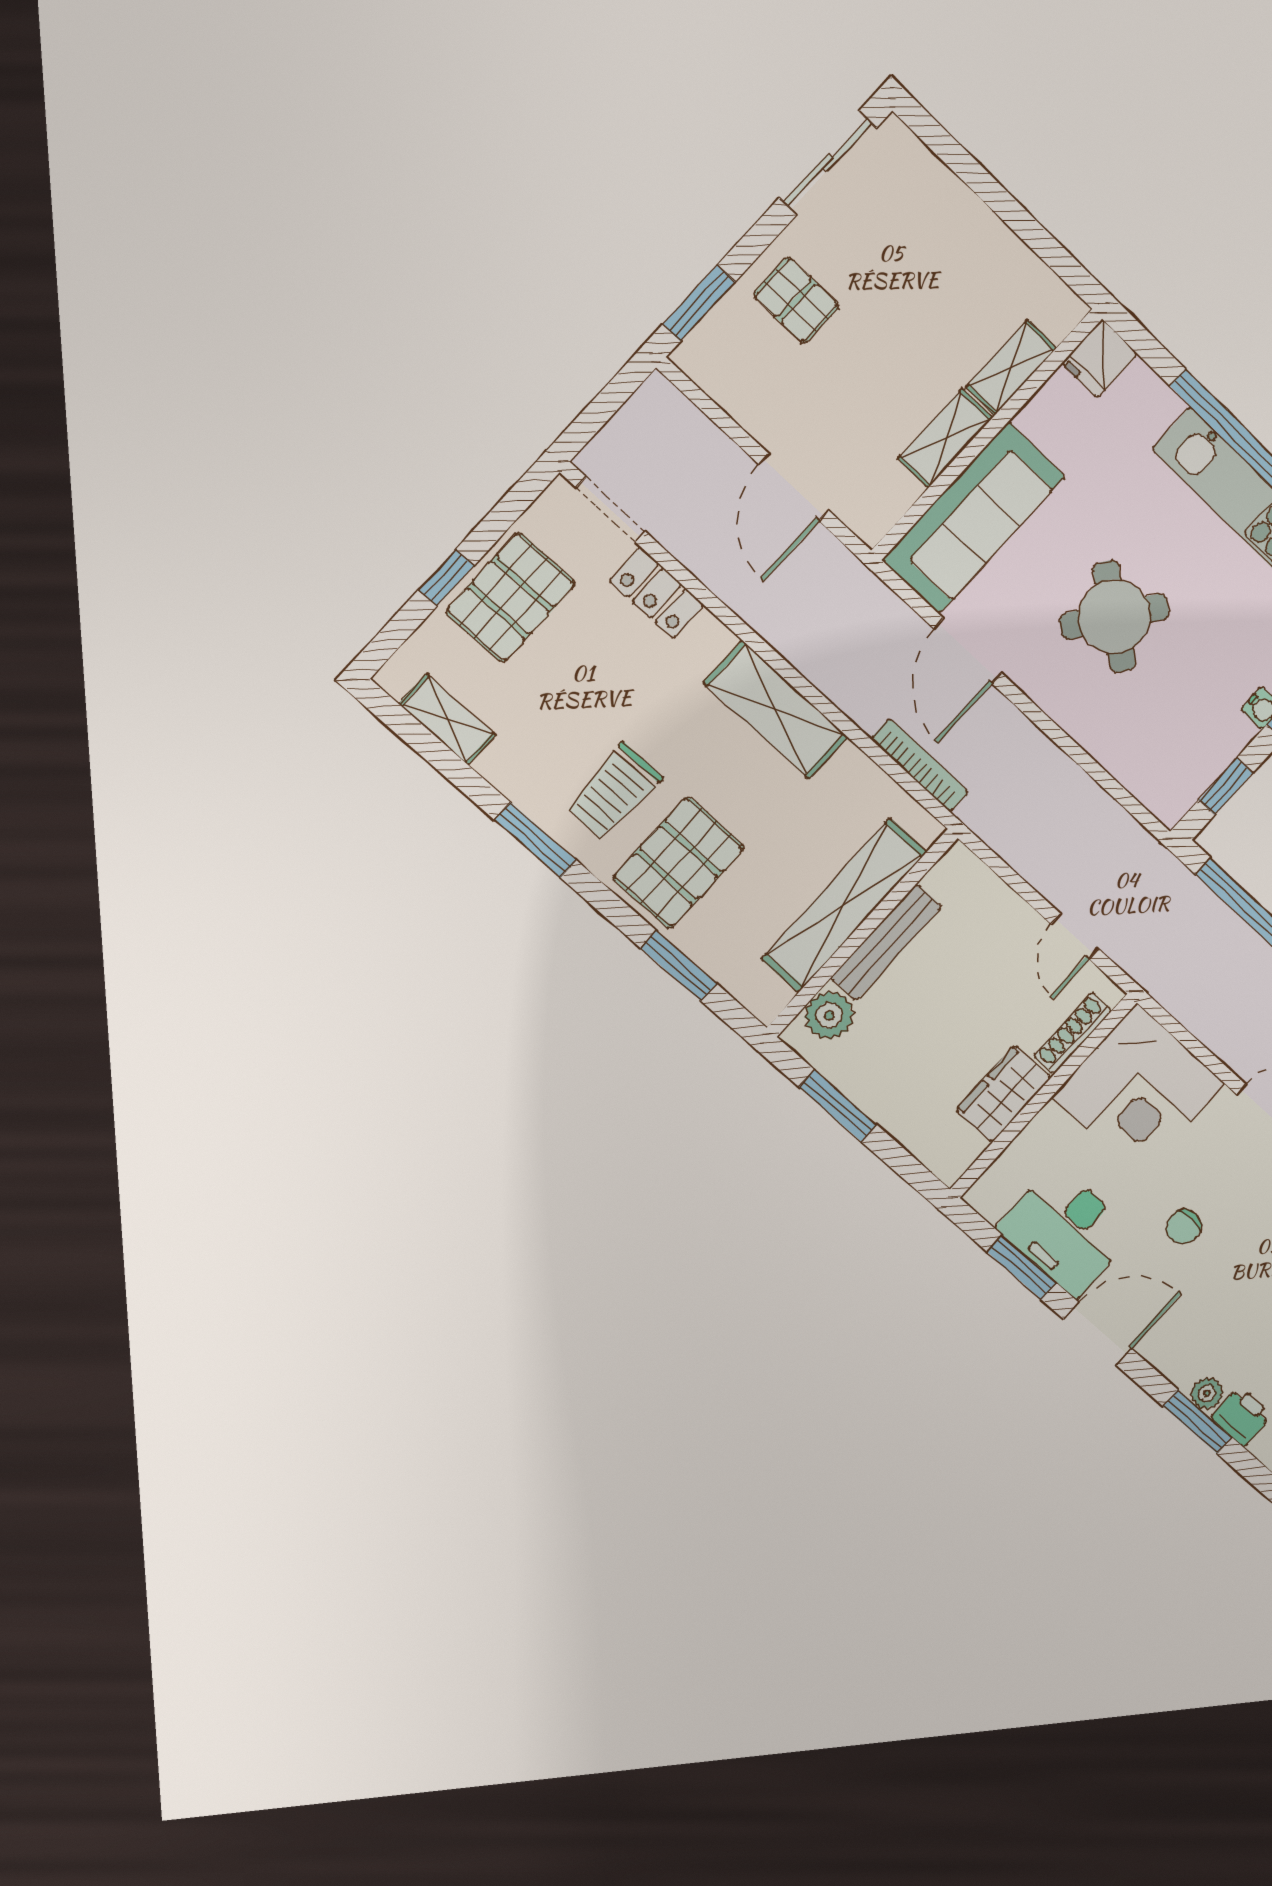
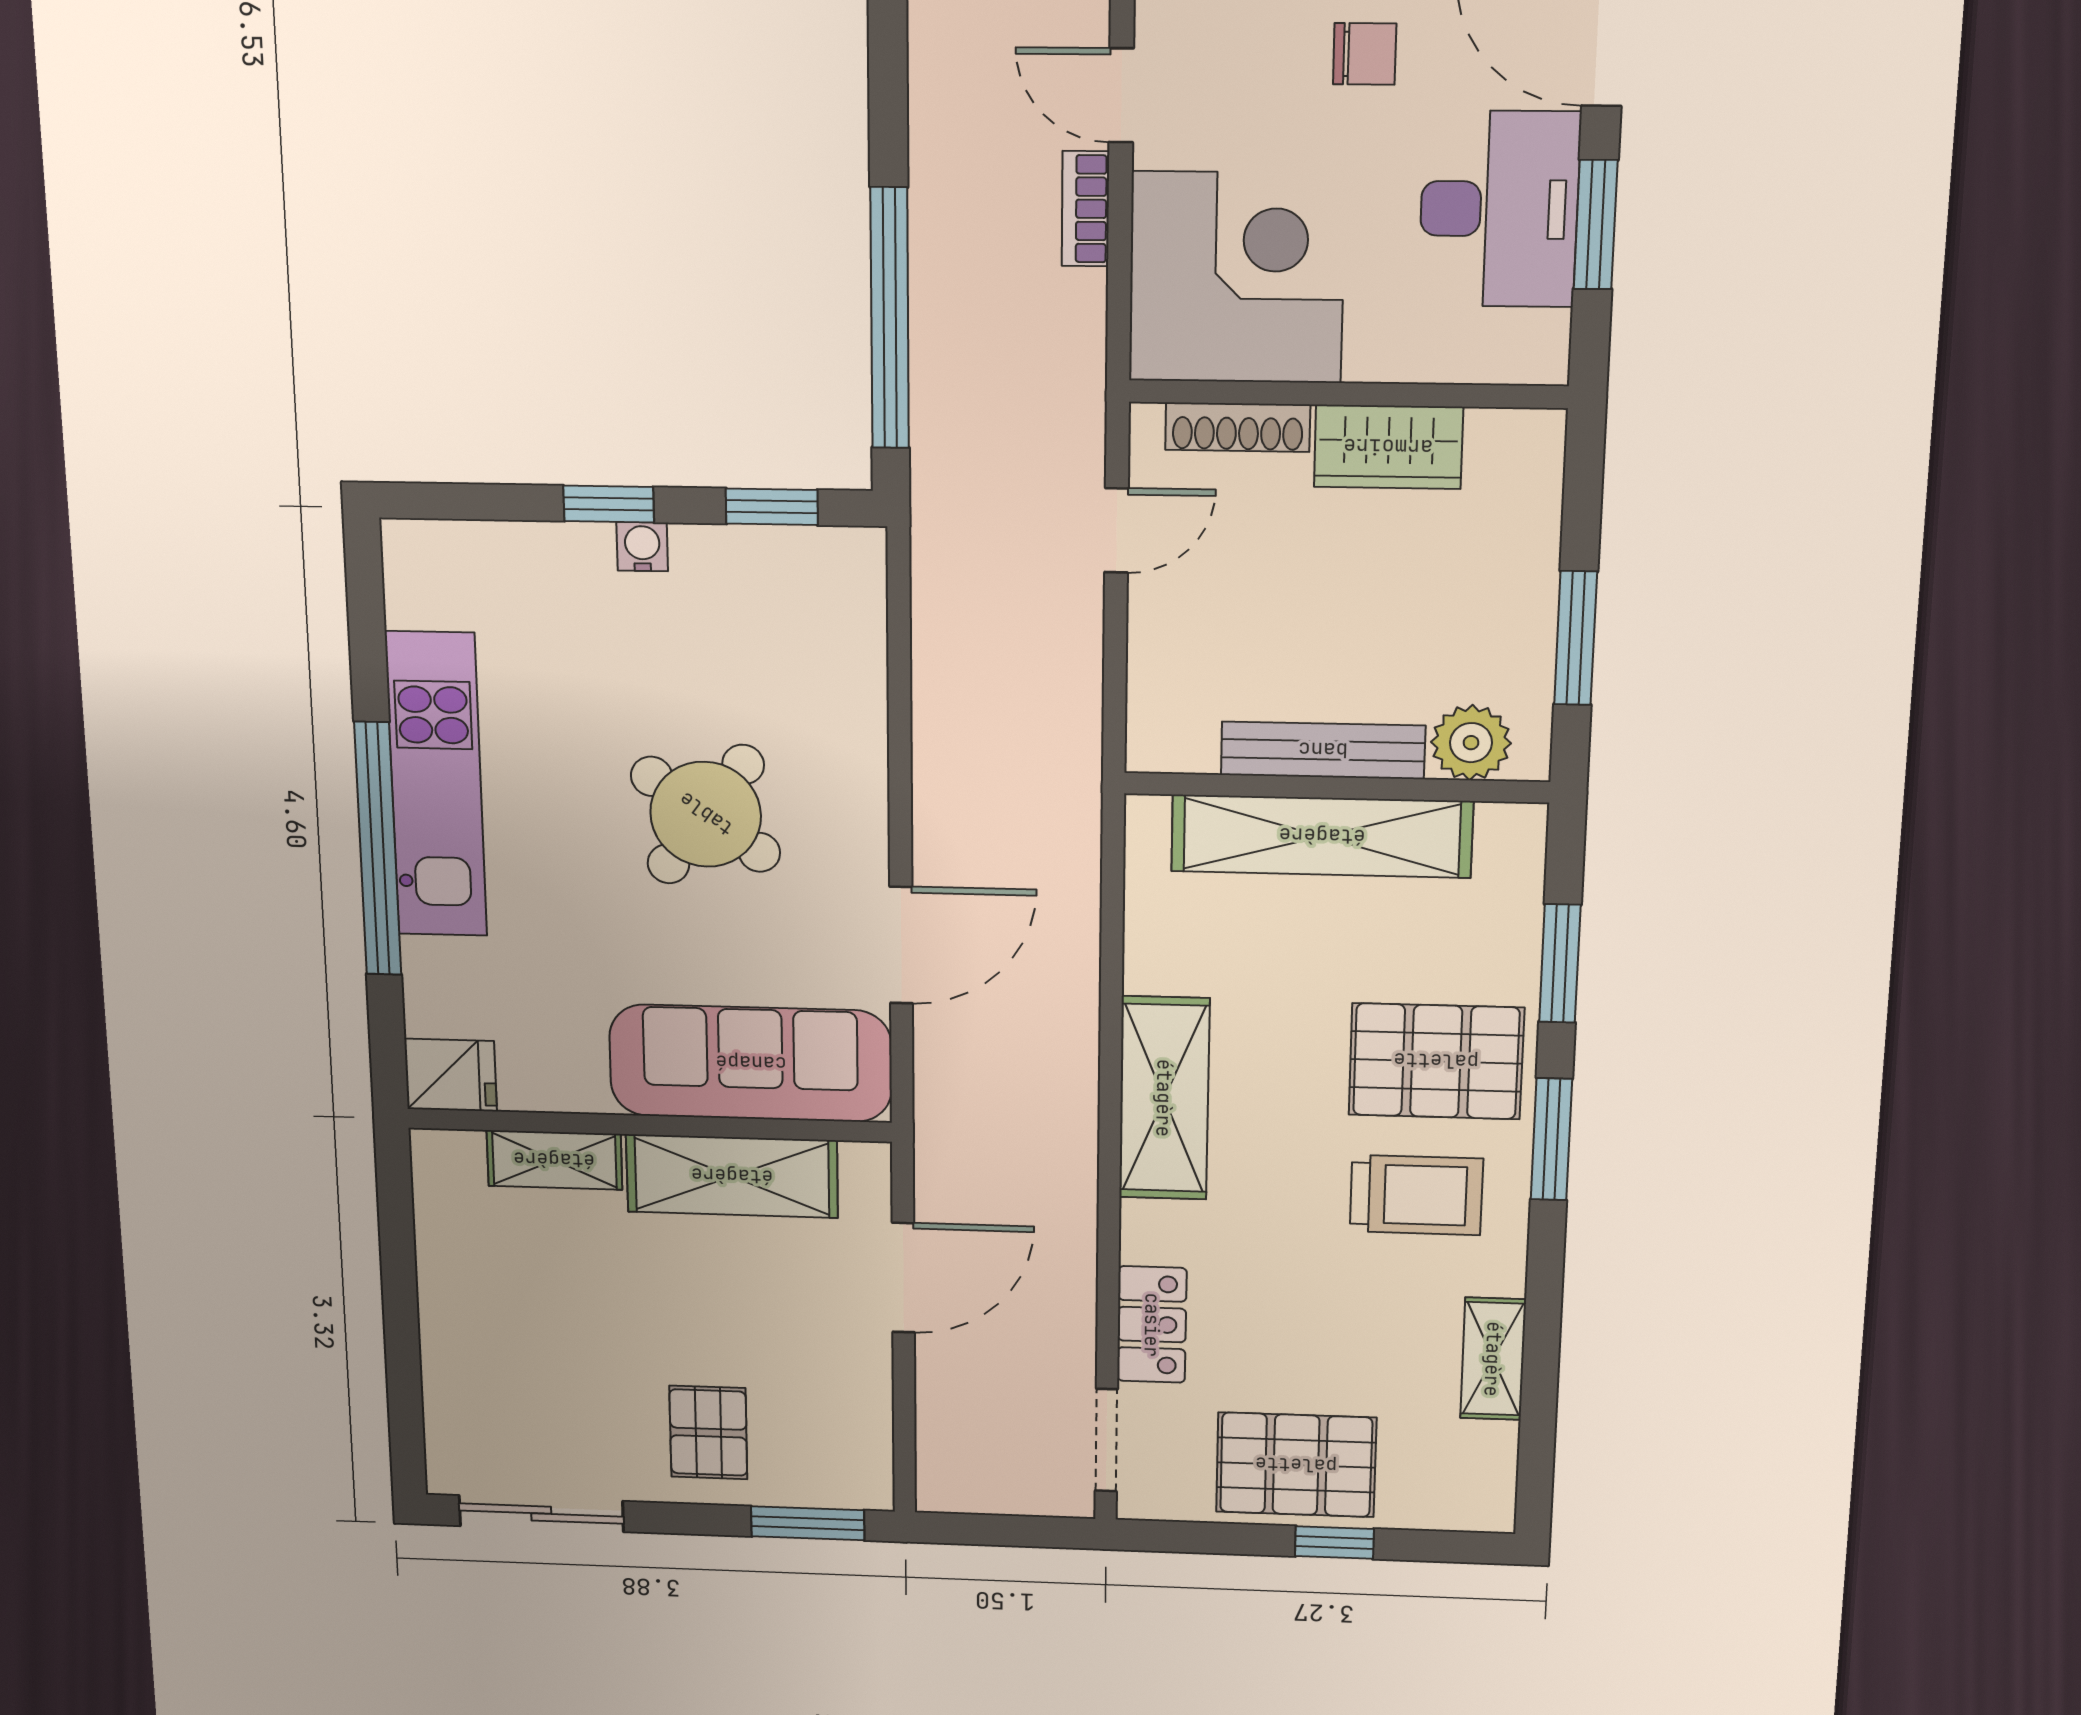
shelving: (945, 438) -> (732, 1176), width x1.50, depth x1.33
shelving: (447, 719) -> (1493, 1359), moved
bookcase: (920, 765) -> (1086, 209), moved, width x0.64
window: (535, 840) -> (1551, 1139), moved

